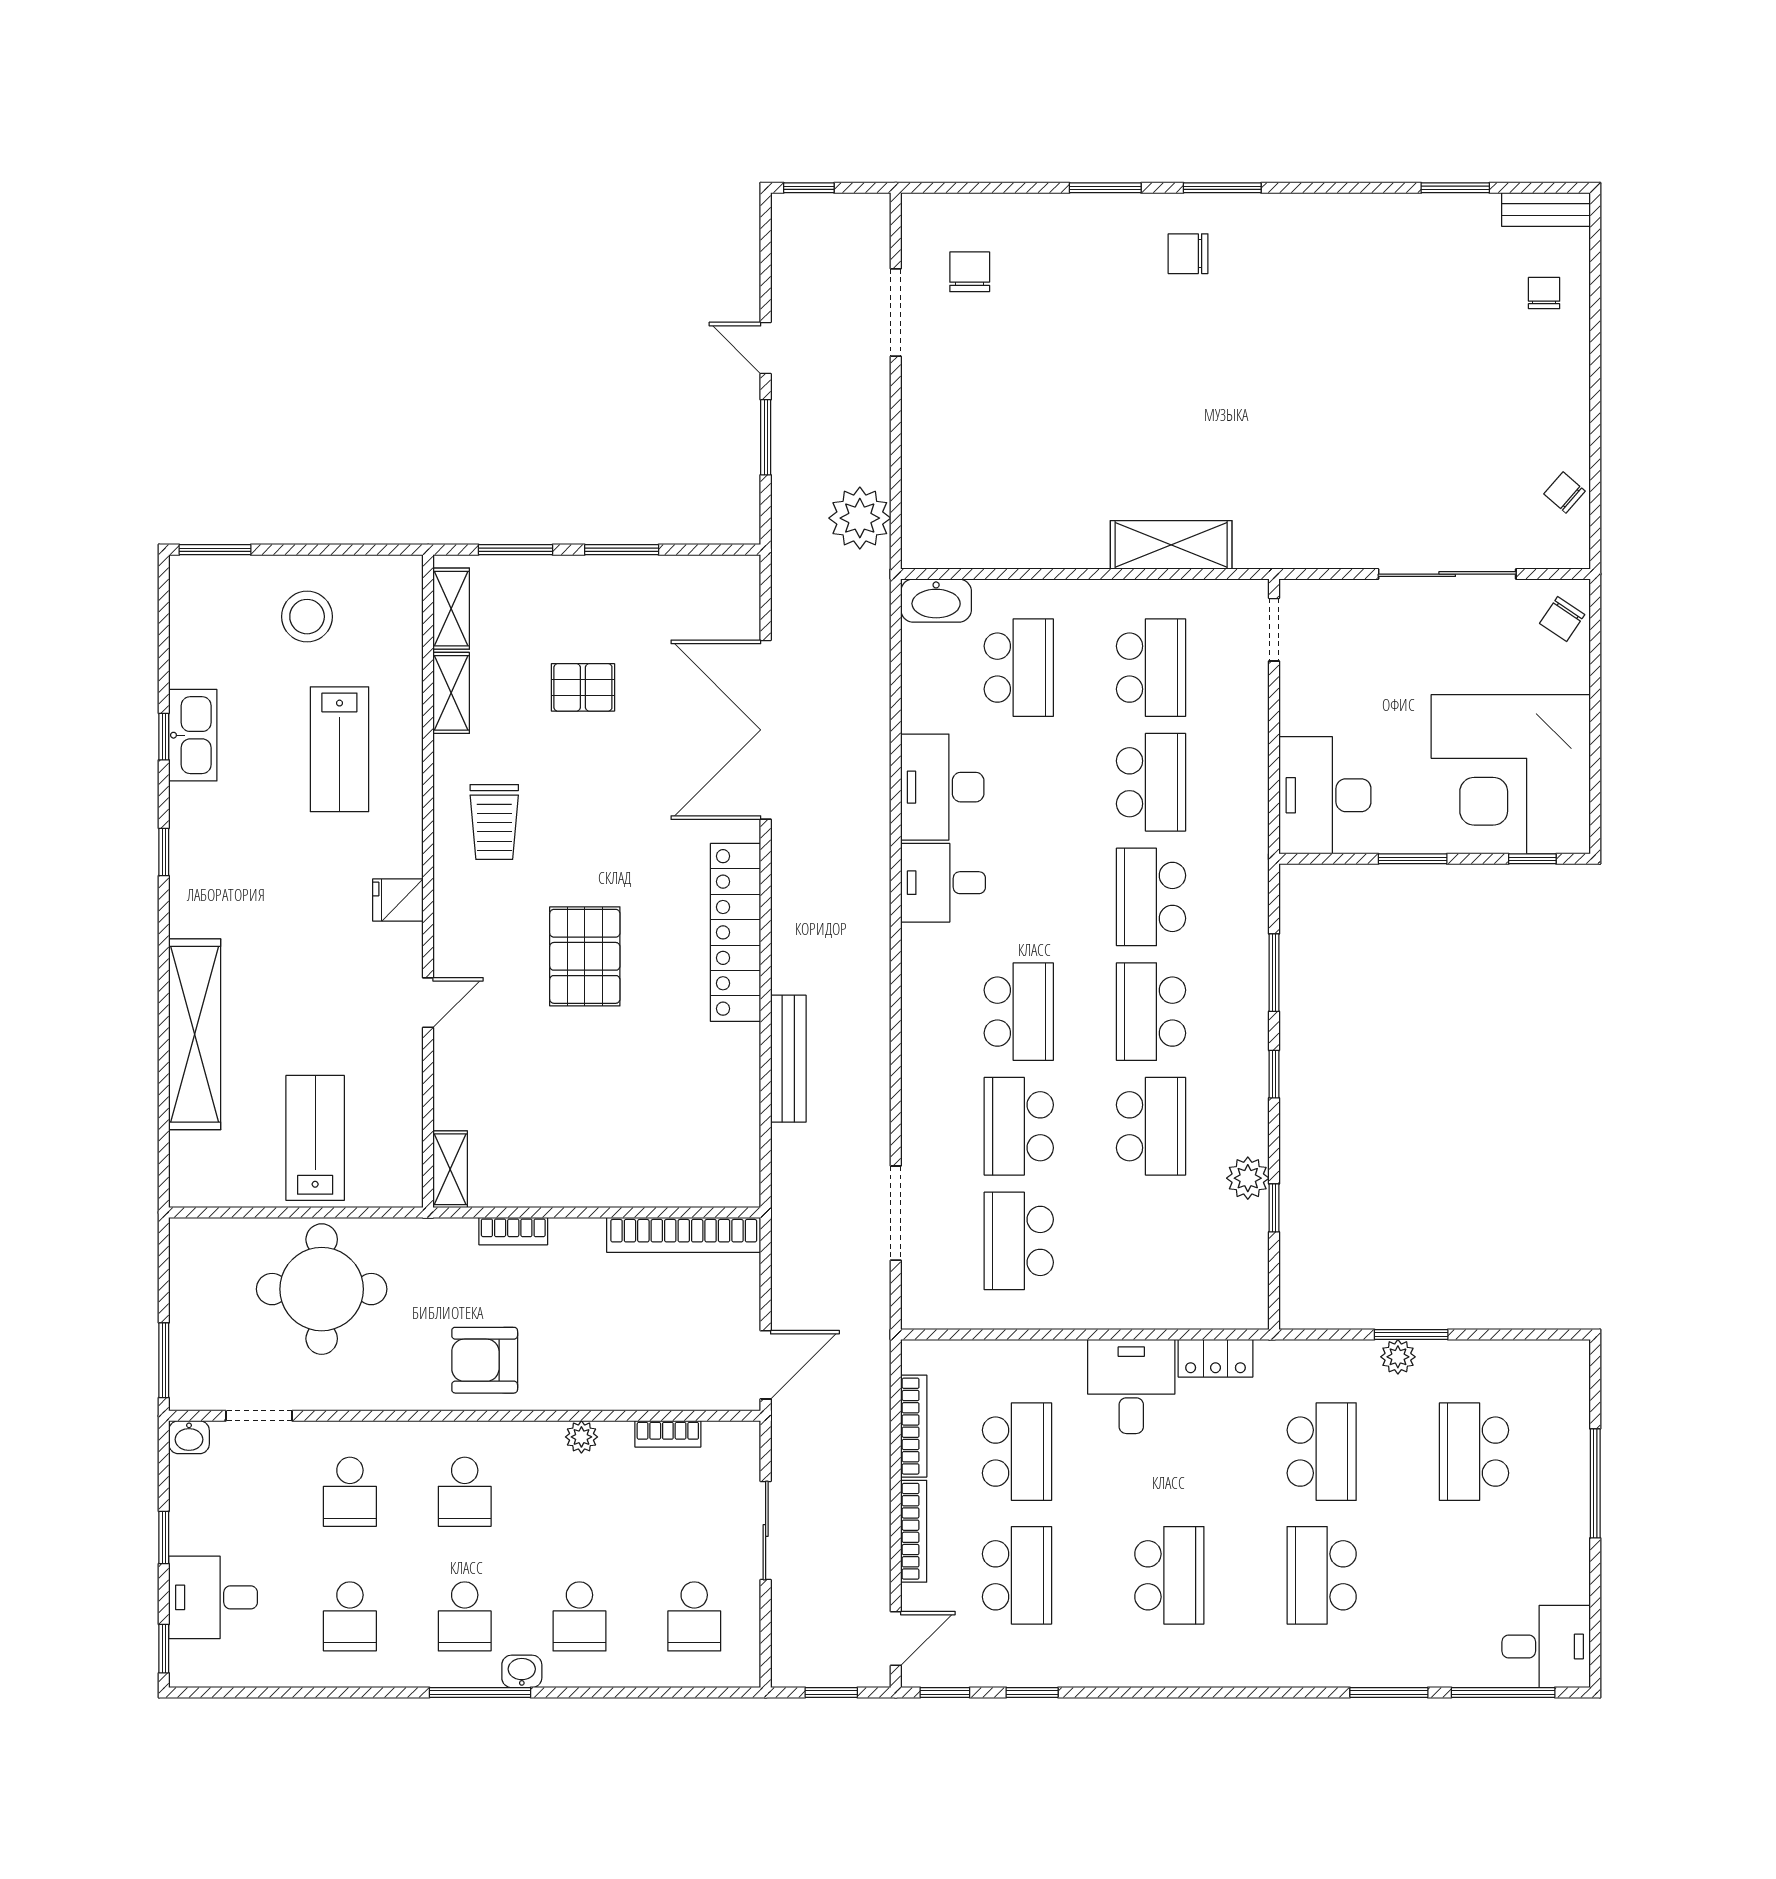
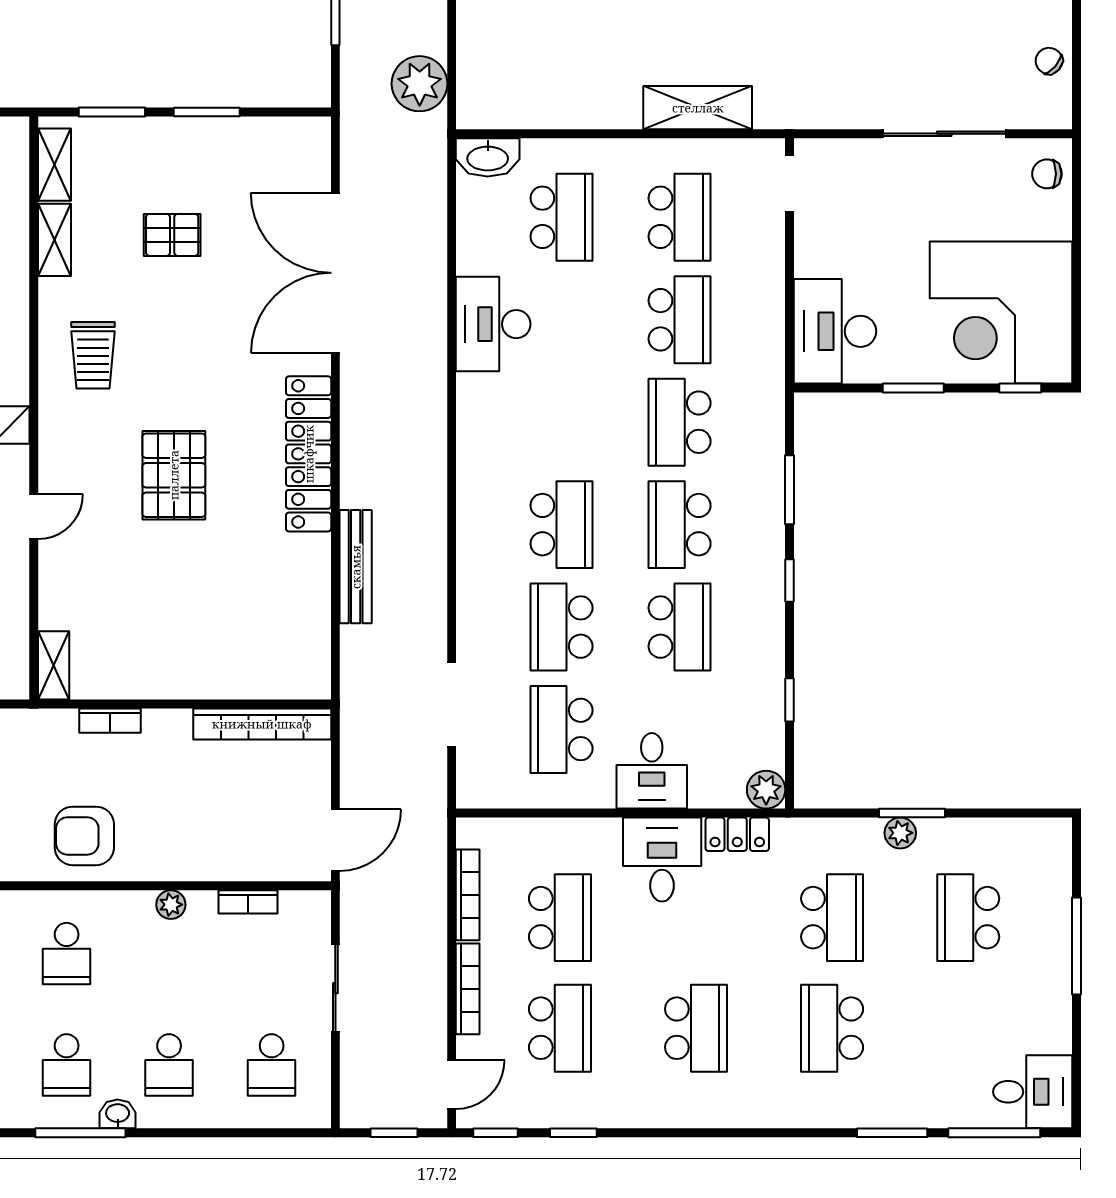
chair: (1562, 619) -> (1047, 174), turned 56
desk: (943, 883) -> (652, 771), moved, turned -90
plant: (1248, 1178) -> (766, 790), moved

